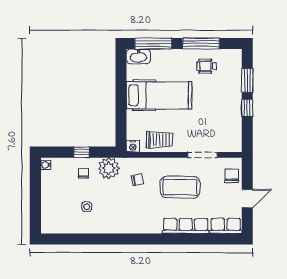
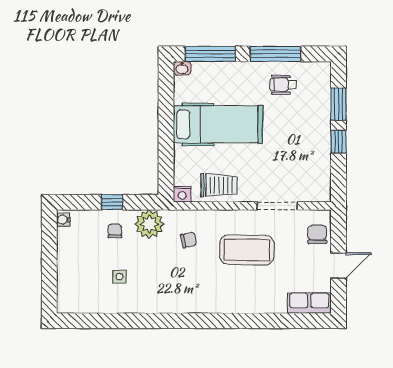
washbasin: (138, 56) -> (182, 68), width x0.52, depth x0.69
row of seats: (186, 226) -> (254, 303), removed

